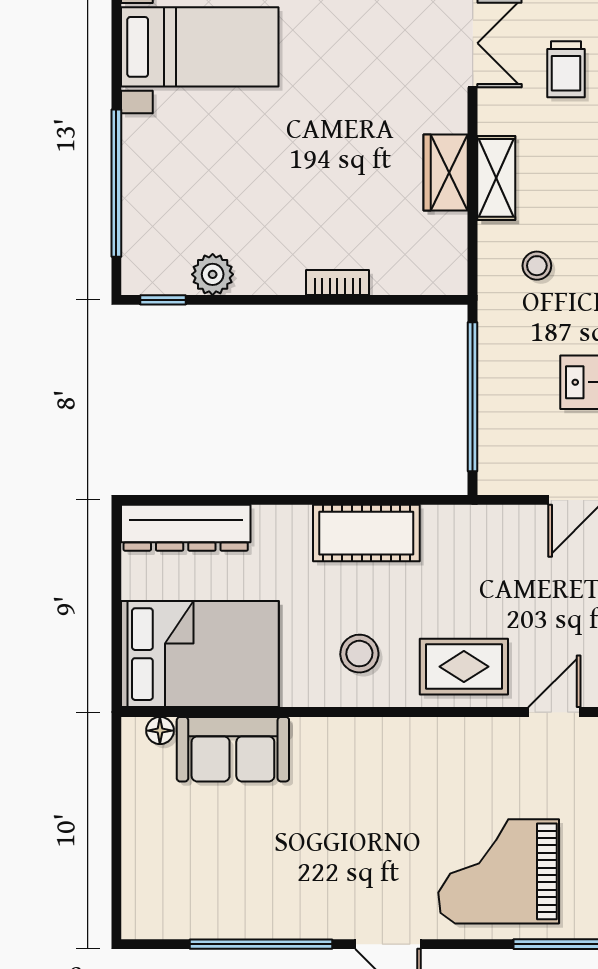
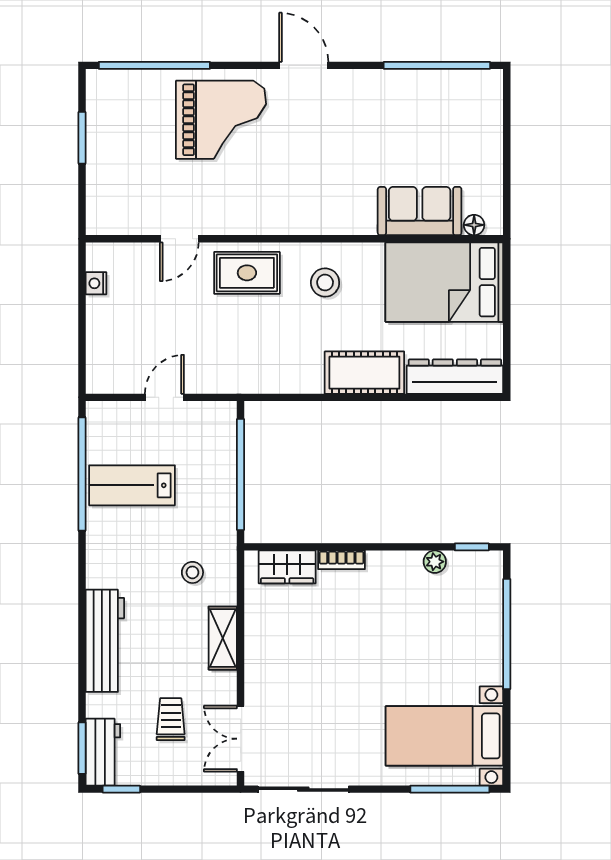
wardrobe: (446, 172) -> (287, 567), moved, turned 90
plant: (213, 274) -> (435, 562), width x0.73, depth x0.73
cot: (366, 533) -> (364, 373), moved
window: (261, 944) -> (437, 65), moved

